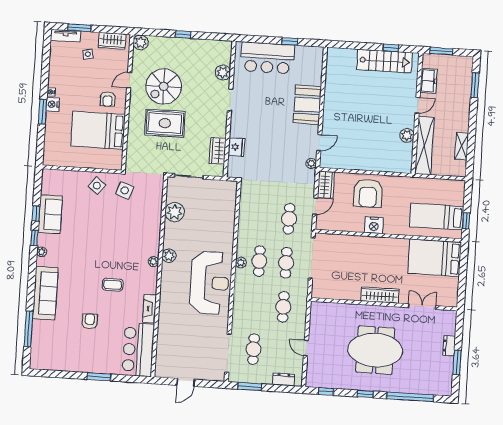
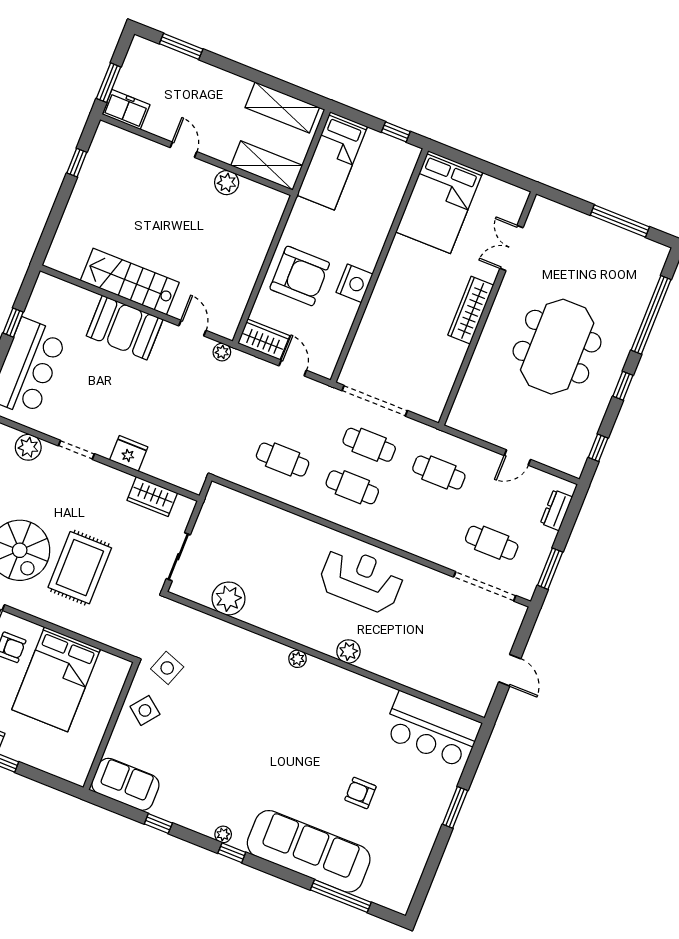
stairs: (384, 61) -> (130, 281), moved, turned -90
freezer: (429, 81) -> (126, 110), moved
shelving: (424, 145) -> (267, 166), width x0.68
shelving: (462, 146) -> (282, 107), width x1.50, depth x1.33
fridge: (236, 147) -> (129, 453), moved
sofa: (50, 214) -> (125, 784), moved
bed: (437, 217) -> (332, 161), moved
cafe table: (289, 219) -> (283, 460), moved
window: (34, 238) -> (232, 853), moved
plant: (169, 256) -> (348, 651), moved
plant: (241, 263) -> (345, 518), removed
reception desk: (209, 283) -> (361, 579), width x0.74, depth x0.77
coffee table: (113, 285) -> (313, 737), removed
sofa: (45, 293) -> (309, 851), width x1.36, depth x1.27
fireplace: (149, 309) -> (372, 690), removed
dresser: (449, 346) -> (589, 225), removed
window: (457, 362) -> (620, 221), width x1.44

